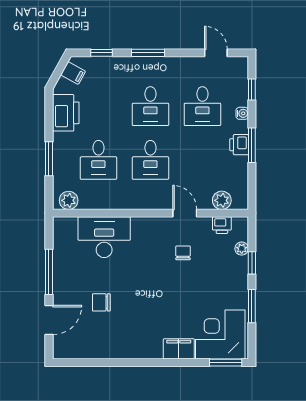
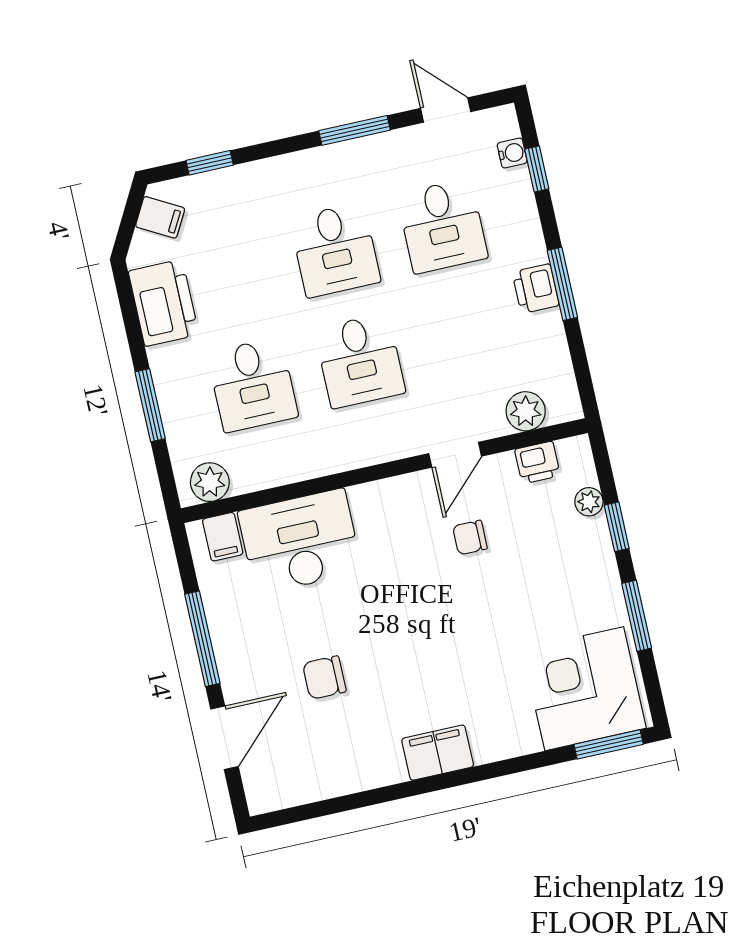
window: (148, 53) -> (355, 130), moved
water cooler: (242, 113) -> (512, 153), moved
door: (185, 213) -> (455, 455), swing flipped
filing cabinet: (69, 227) -> (223, 537), added
chair: (183, 253) -> (470, 538), turned -90
filing cabinet: (179, 349) -> (438, 753), moved

